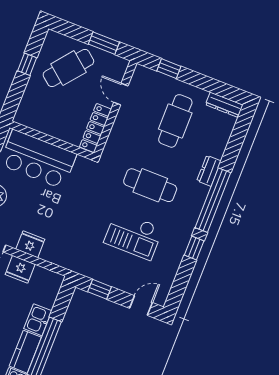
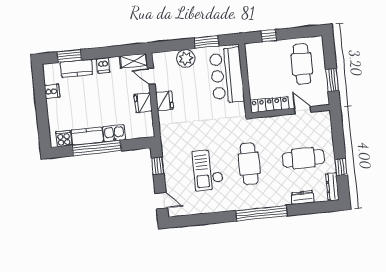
window: (27, 64) -> (269, 36), moved
cafe table: (68, 68) -> (302, 64), turned 51
window: (169, 69) -> (341, 167), moved
door: (121, 94) -> (303, 110), hinge flipped
dresser: (209, 171) -> (303, 198), moved
window: (194, 248) -> (221, 217), removed

